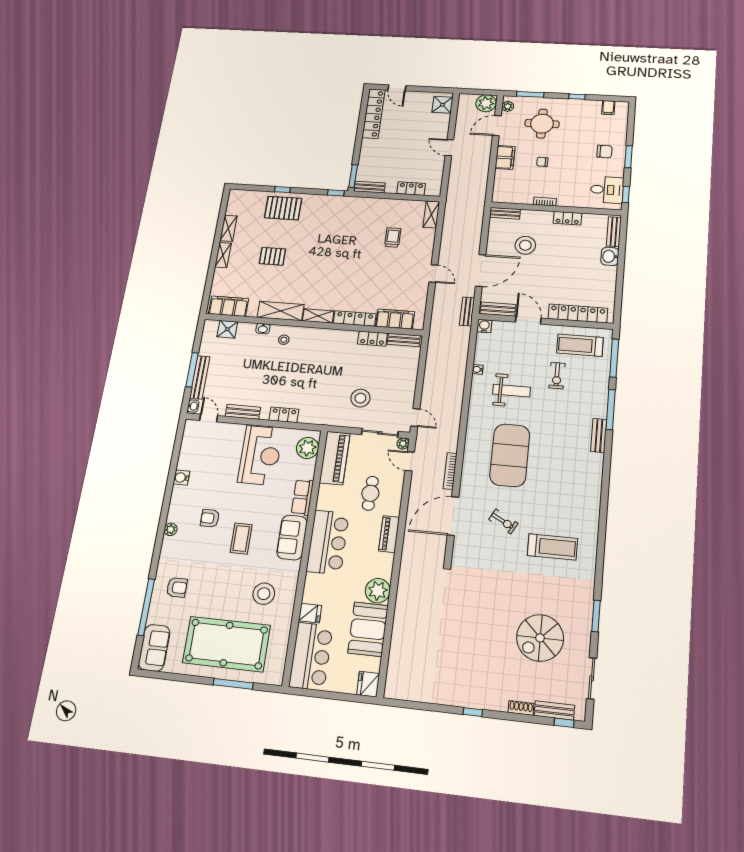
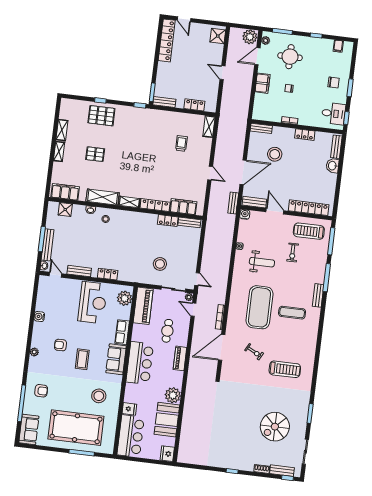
exercise mat: (560, 462) -> (292, 313), added

